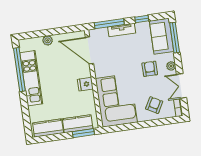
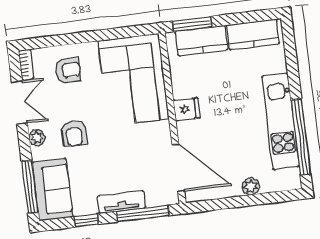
armchair: (154, 105) -> (68, 70), turned -119

